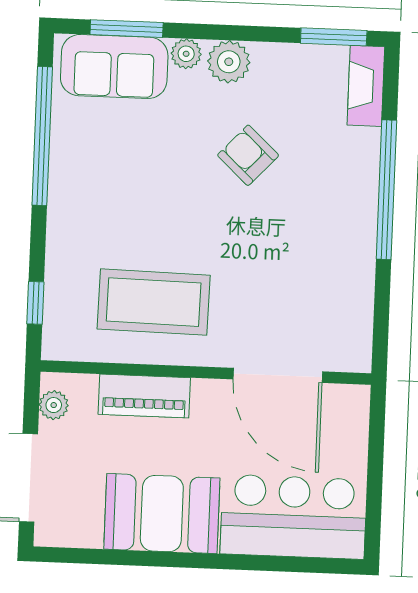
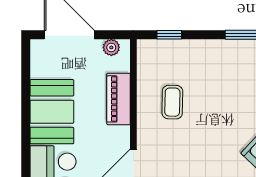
coffee table: (154, 302) -> (172, 102), width x0.54, depth x0.58

